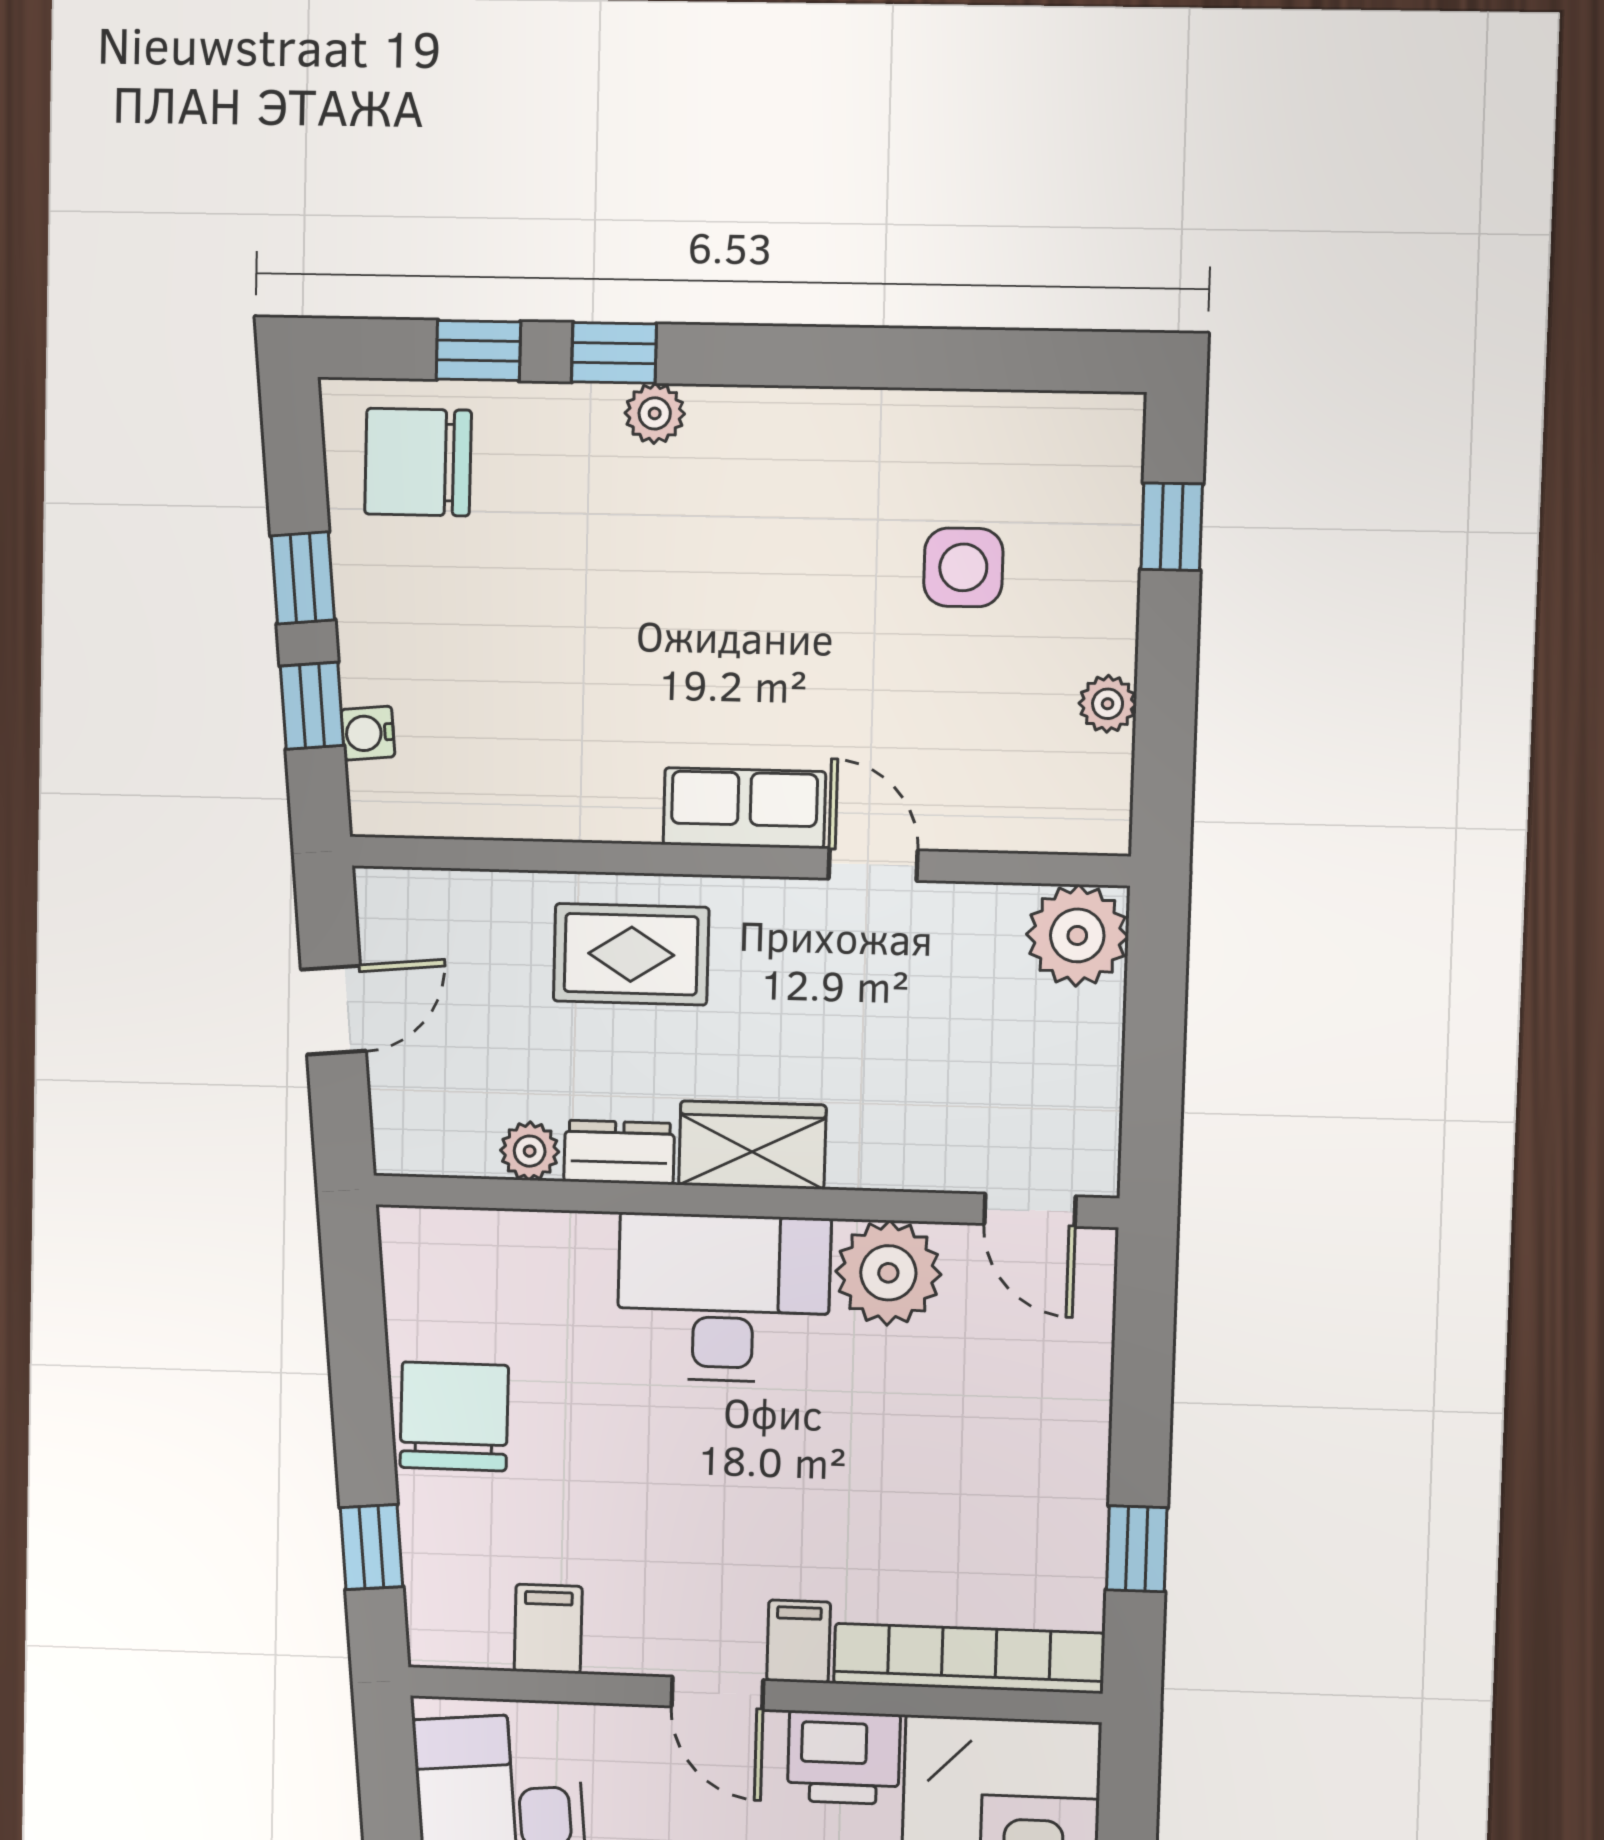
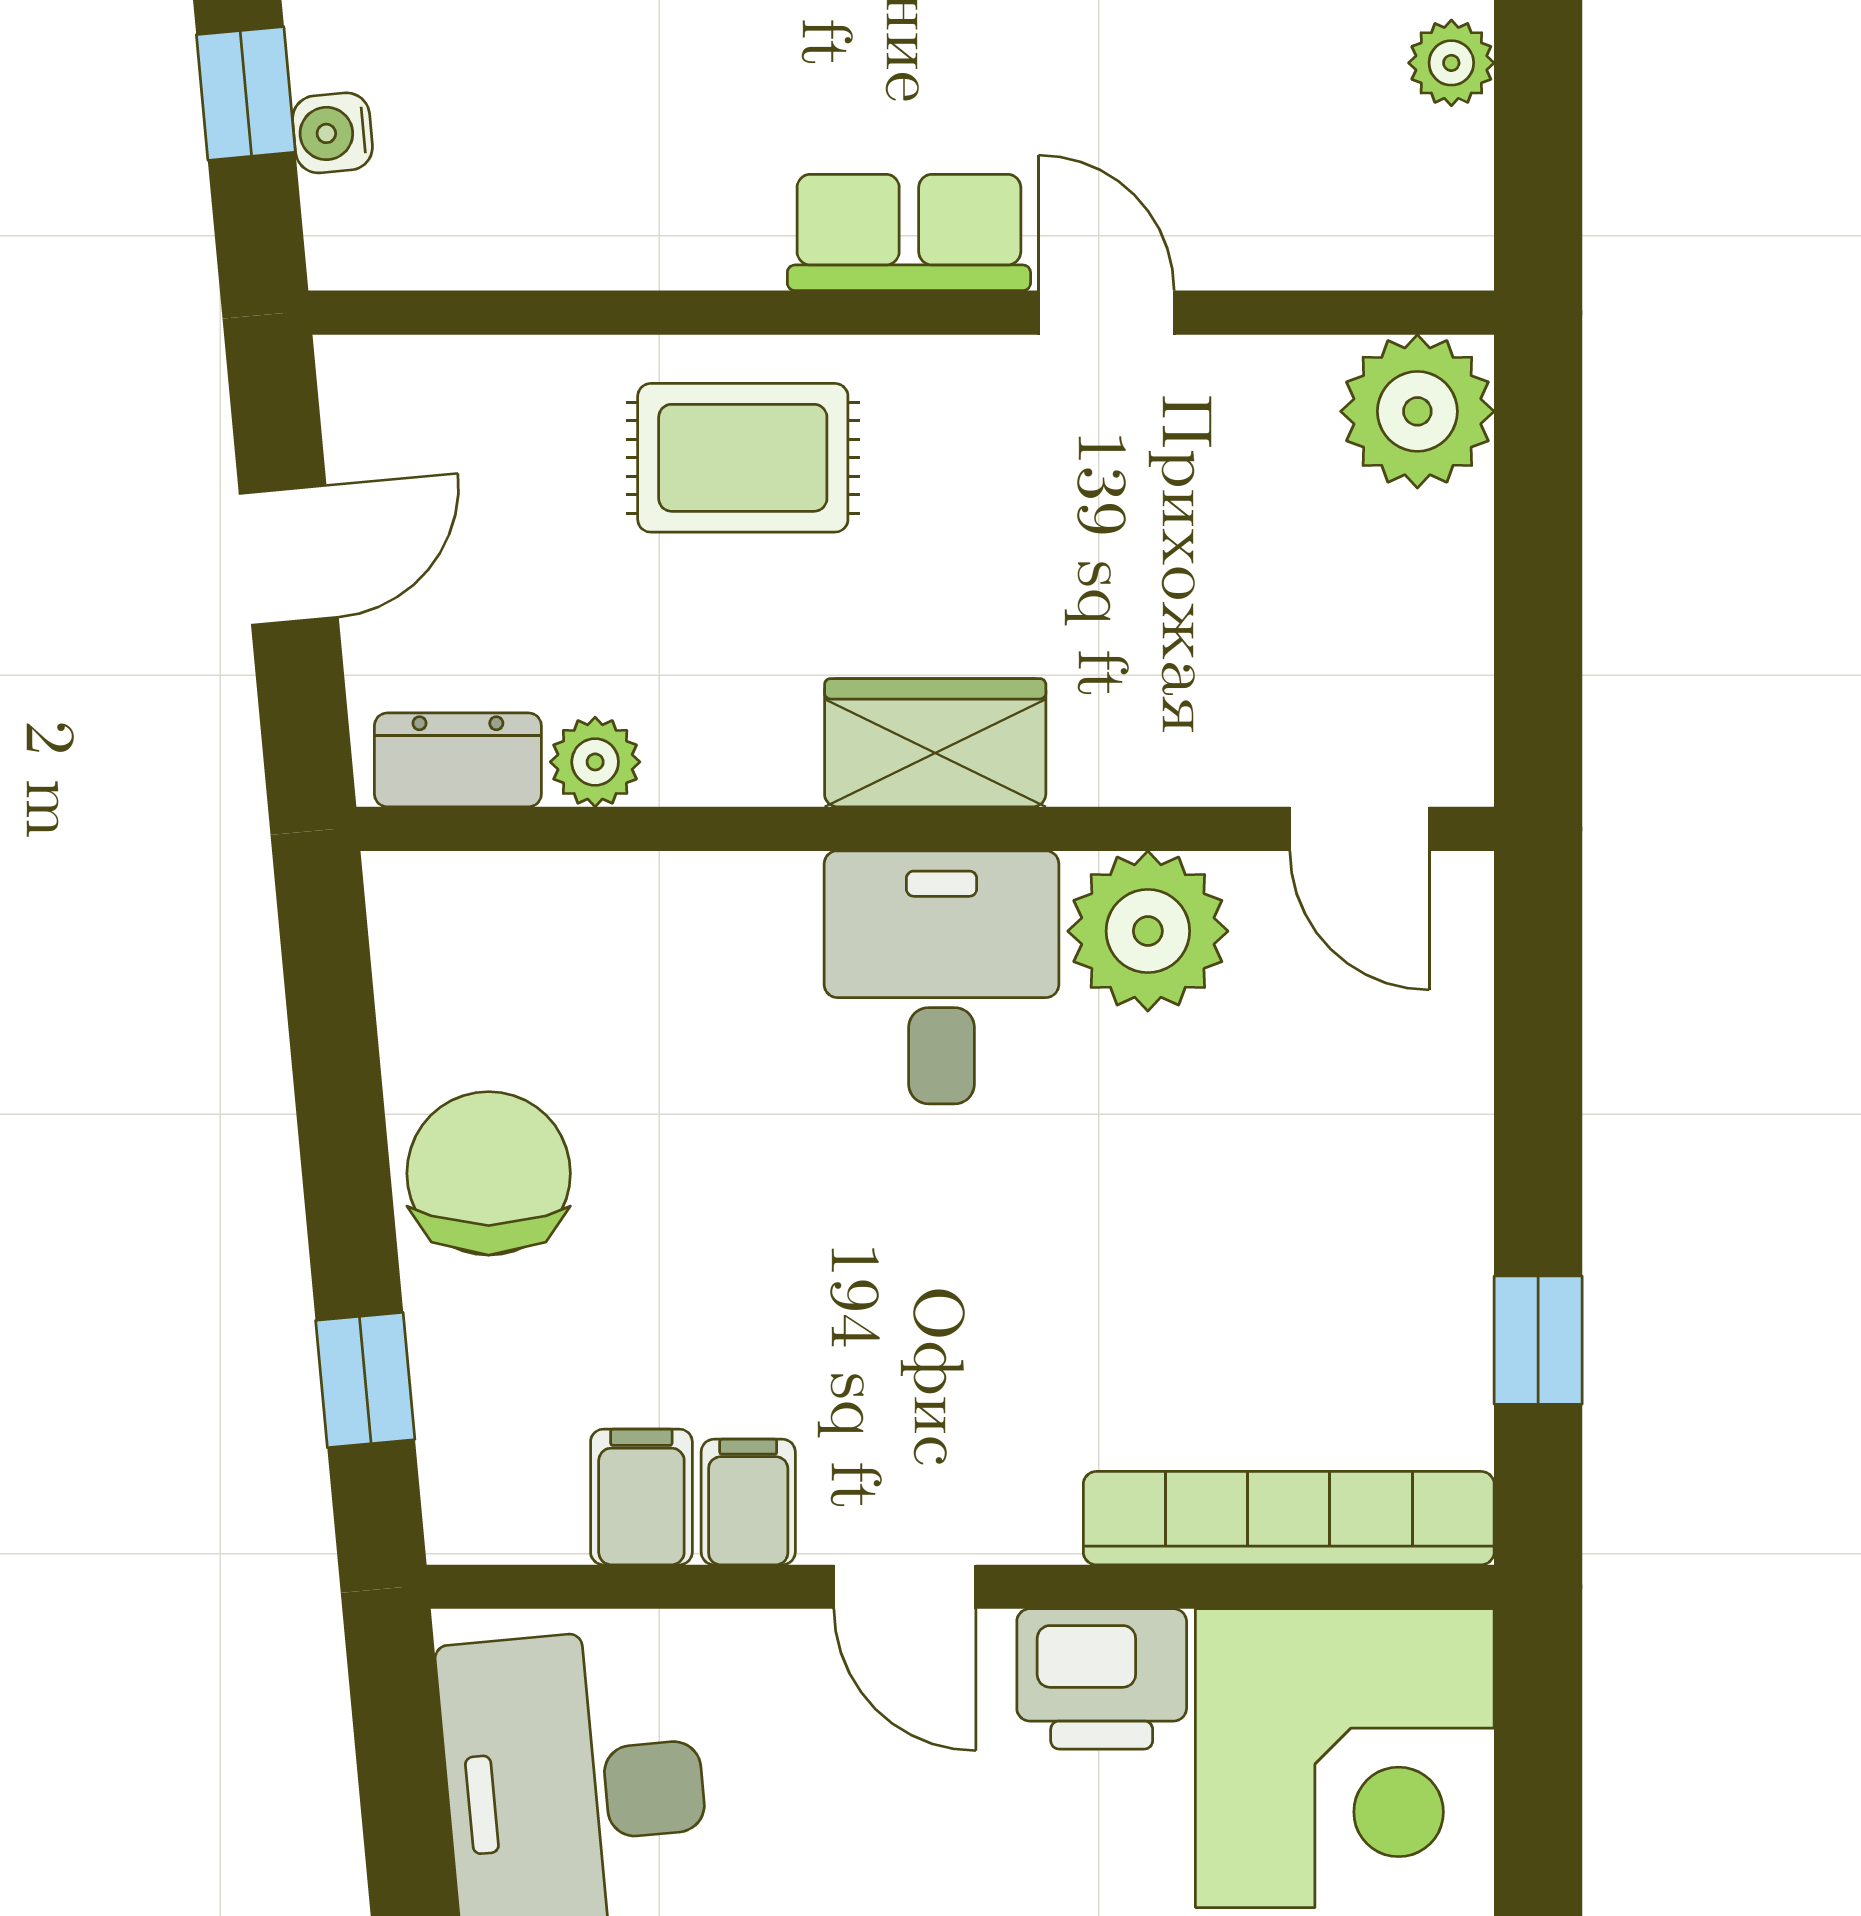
dresser: (619, 1152) -> (458, 760), moved
desk: (724, 1298) -> (942, 977), width x0.73
filing cabinet: (799, 1641) -> (748, 1502), moved

